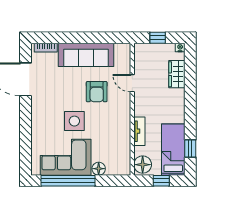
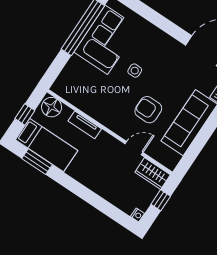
wardrobe: (177, 74) -> (153, 173), moved, turned 180
side table: (74, 121) -> (135, 71), width x0.54, depth x0.54
window: (190, 149) -> (37, 162), width x1.50
floor lamp: (99, 169) -> (75, 64), removed

